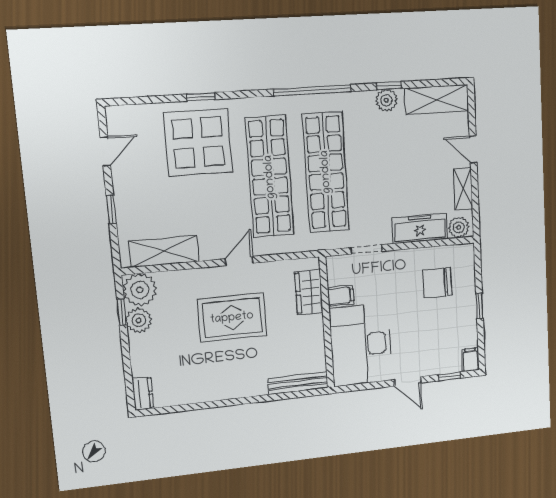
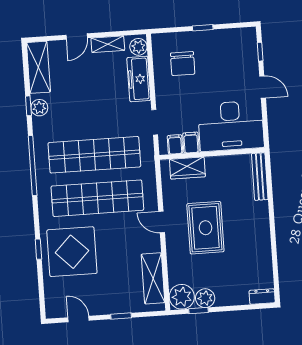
filing cabinet: (471, 360) -> (175, 144), moved, turned 90
door: (408, 381) -> (263, 87), hinge flipped

